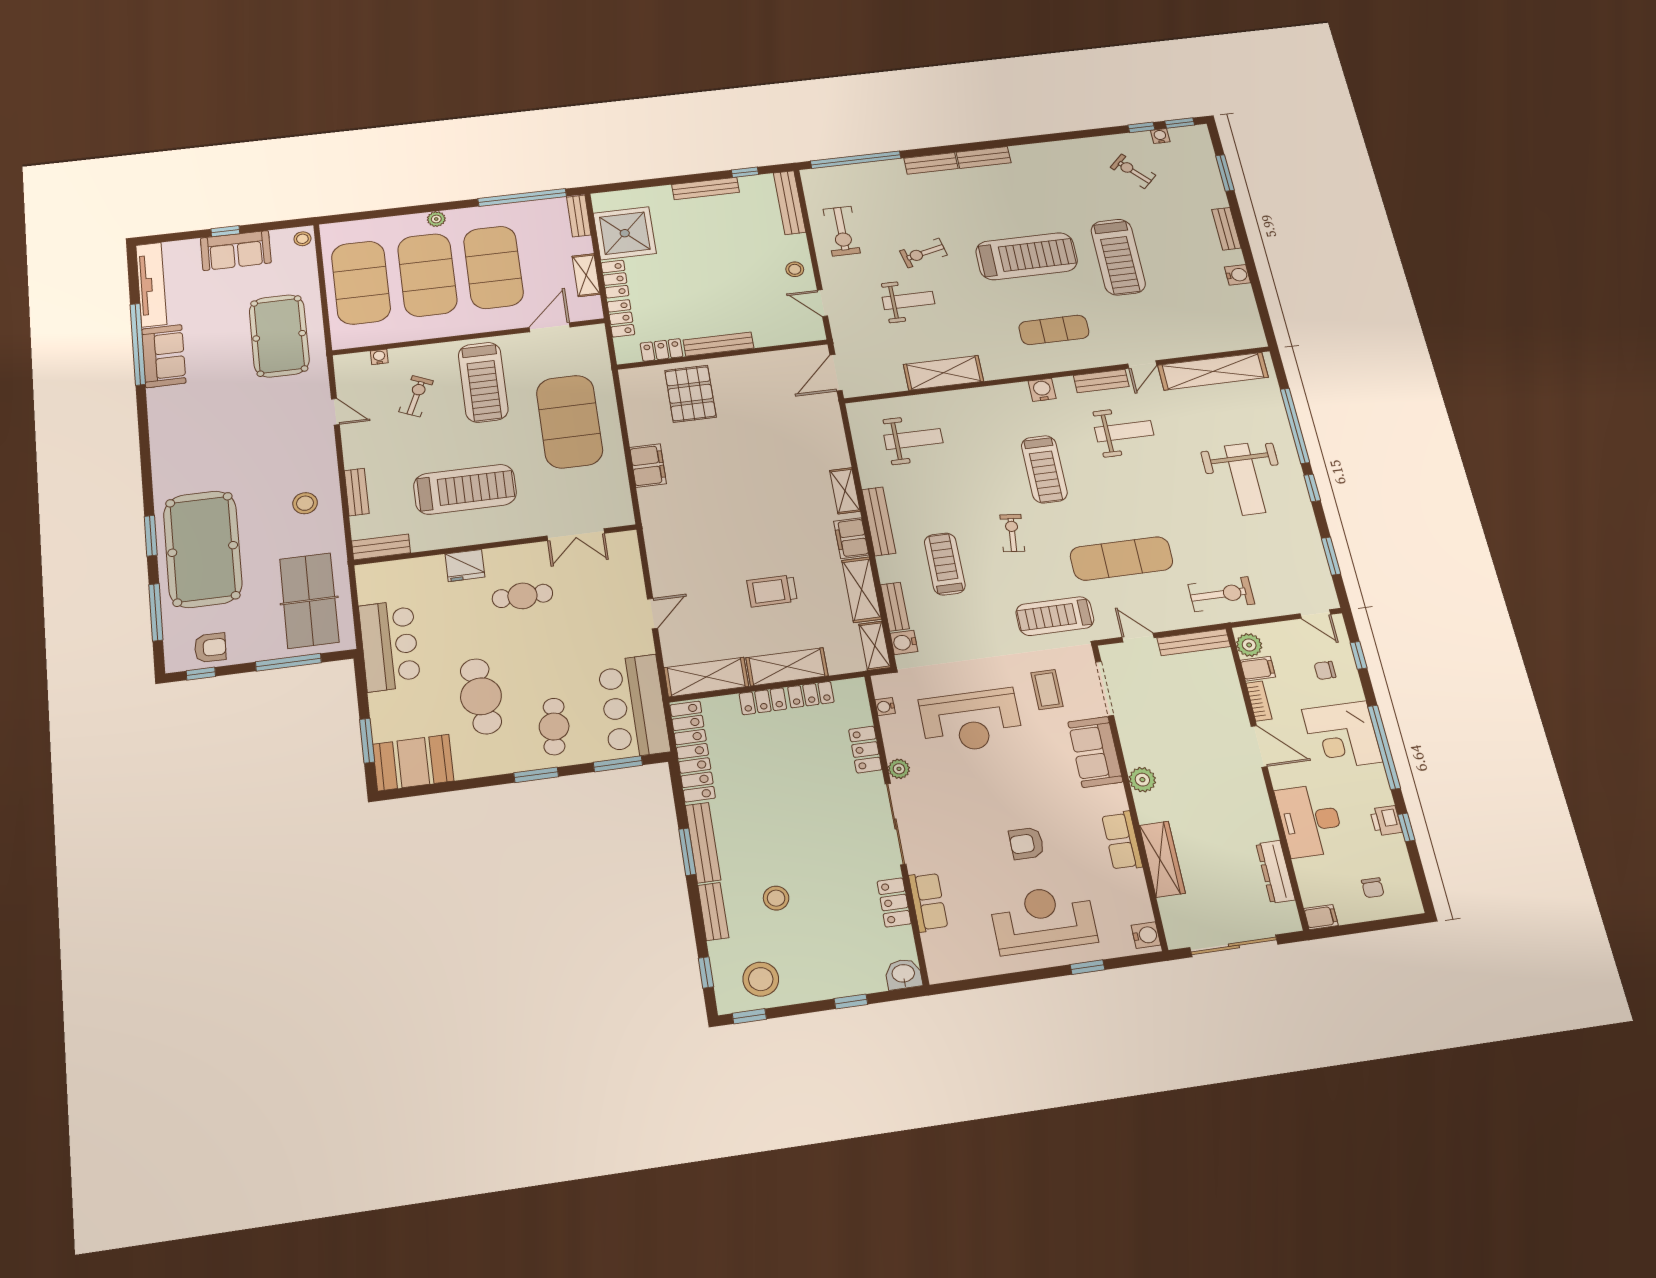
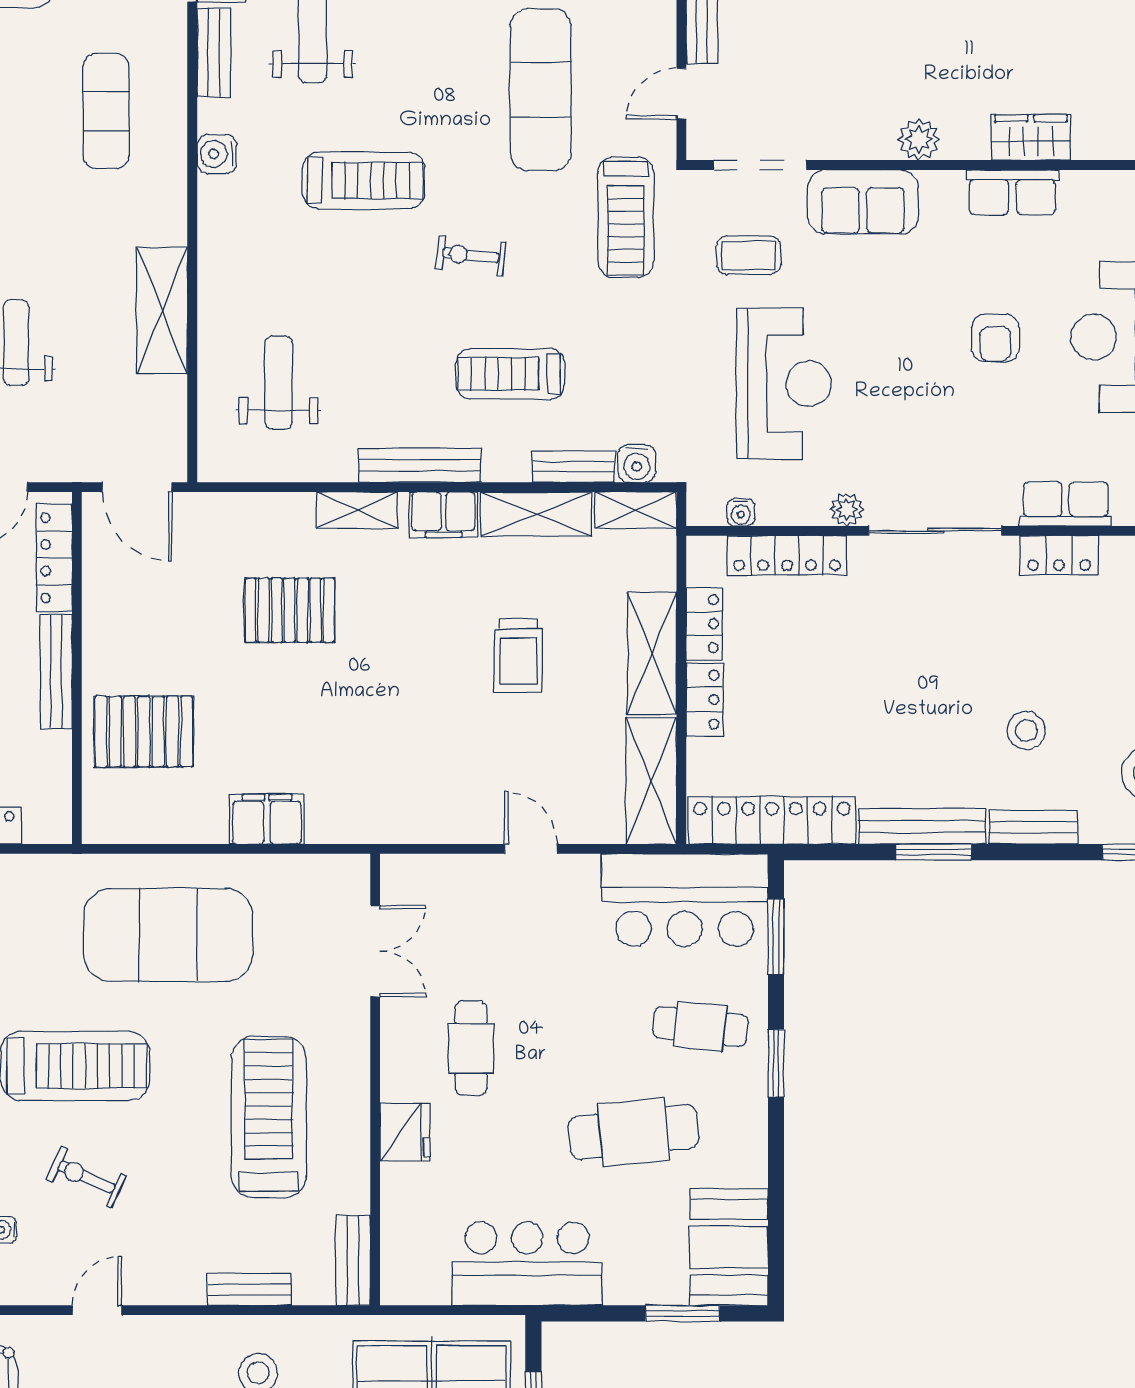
locker: (662, 350) -> (54, 558), moved, width x1.53
pallet: (777, 462) -> (290, 610), added
locker: (865, 750) -> (787, 555), width x1.53
wardrobe: (1162, 859) -> (1031, 137), width x0.67

